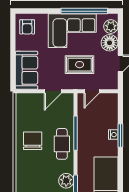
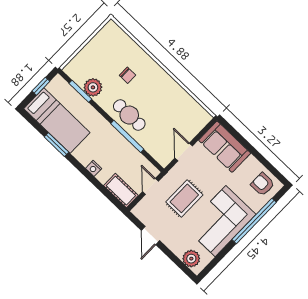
window: (84, 11) -> (254, 221), moved
floor lamp: (110, 43) -> (178, 244), removed
cot: (111, 106) -> (121, 191), added
window: (120, 135) -> (56, 145), moved
chair: (33, 141) -> (128, 75), moved, width x0.54, depth x0.54

